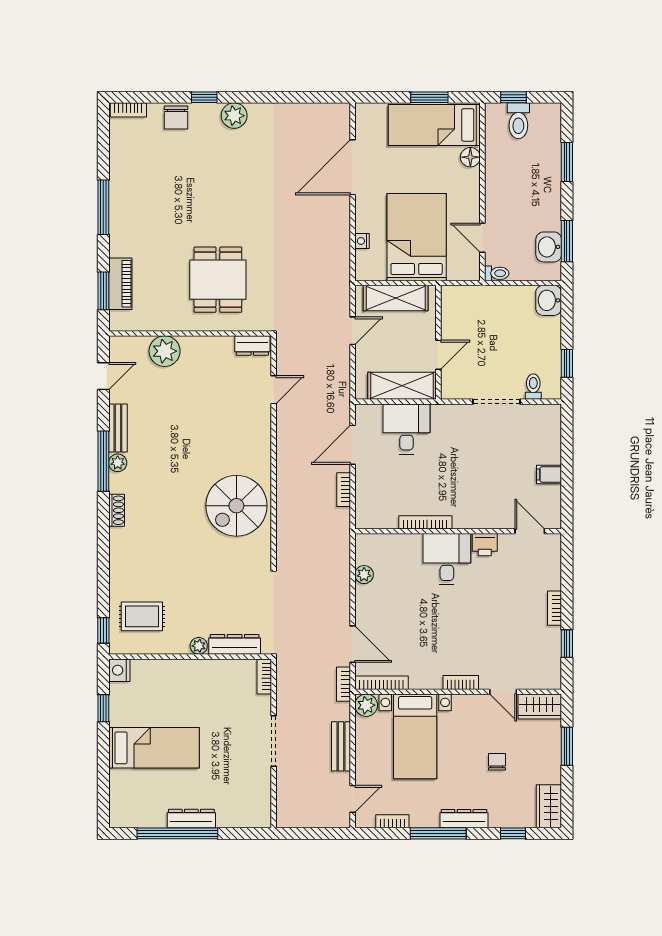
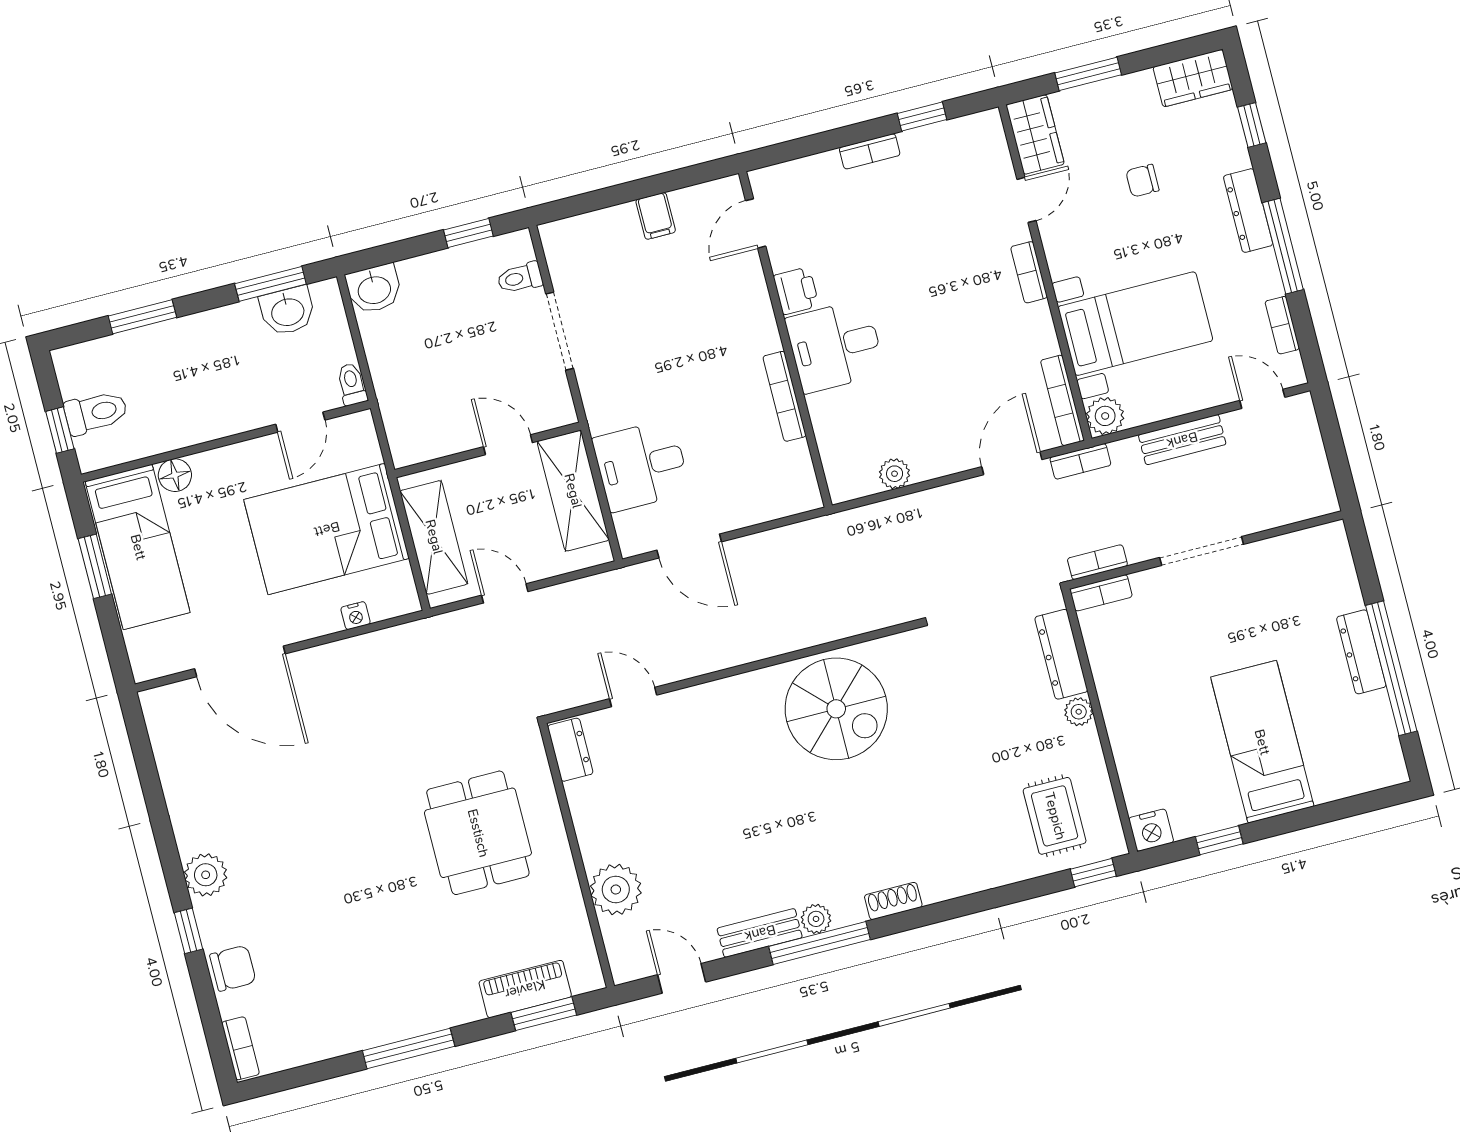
dining table: (218, 280) -> (478, 833), turned 90
bookcase: (344, 490) -> (1097, 562), moved, turned 180

